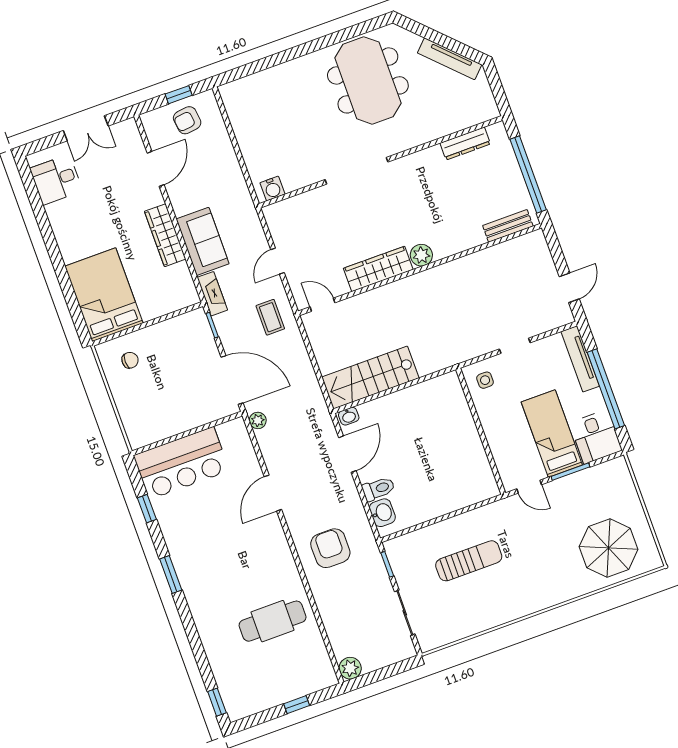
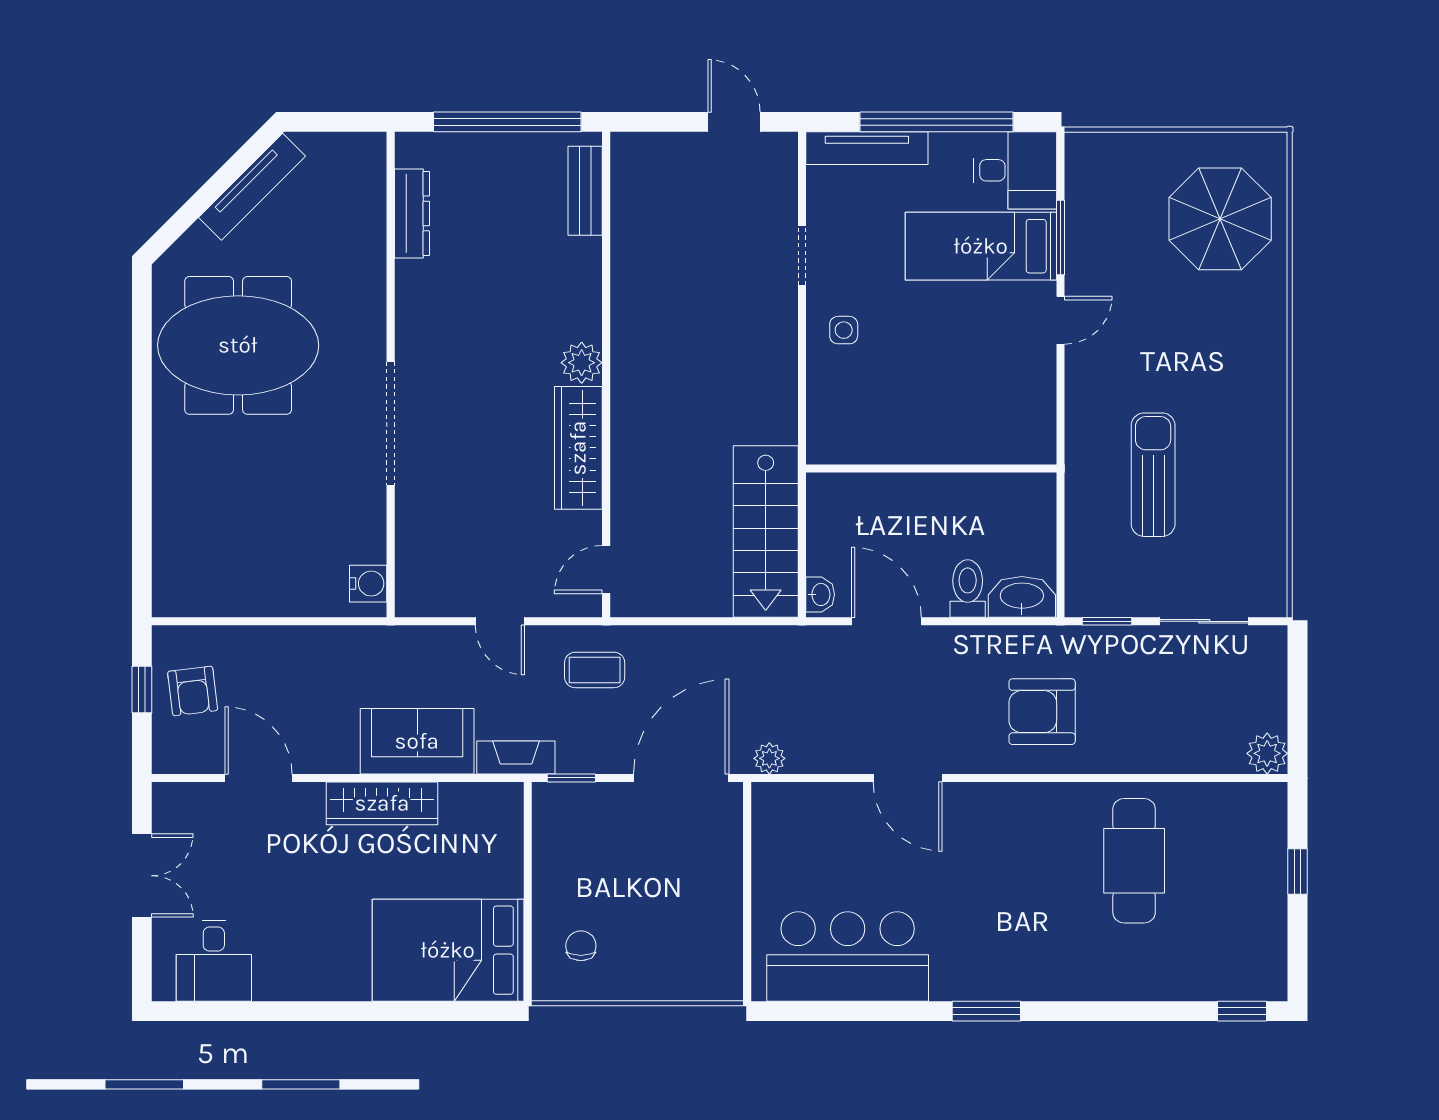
wall: (481, 431) -> (931, 468), moved
bar counter: (181, 463) -> (848, 956), moved, turned -90
window: (147, 509) -> (854, 1011), removed
washbasin: (382, 513) -> (1022, 597), width x1.38

